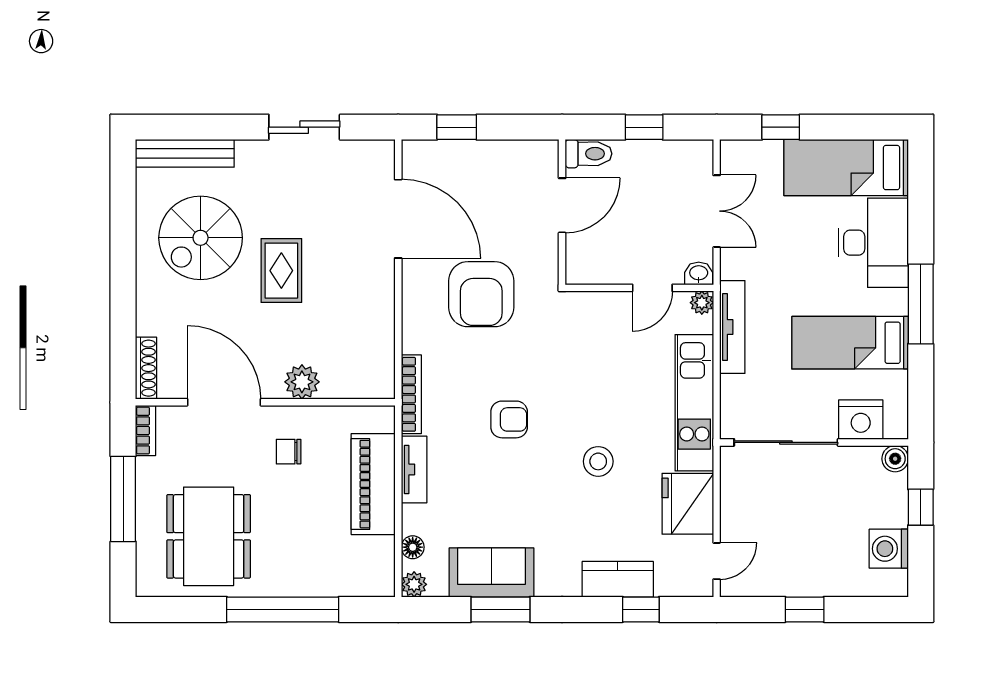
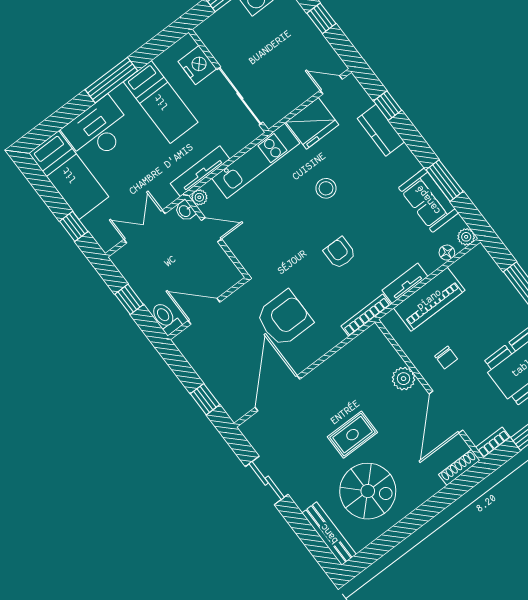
boiler: (895, 459) -> (204, 31), removed

